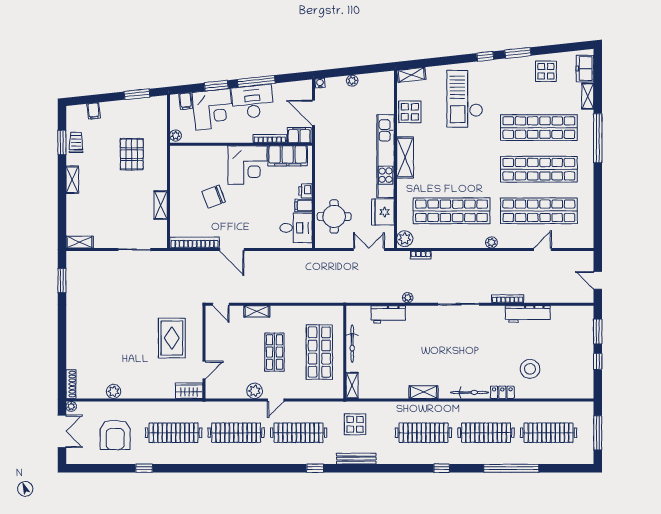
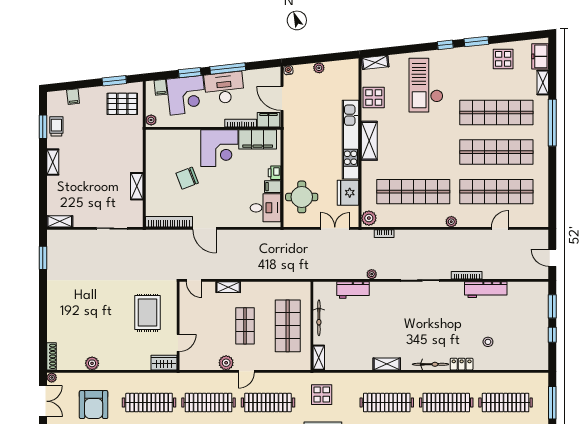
pallet: (132, 154) -> (122, 104), moved, turned 90
stool: (530, 369) -> (488, 342), width x0.53, depth x0.53

